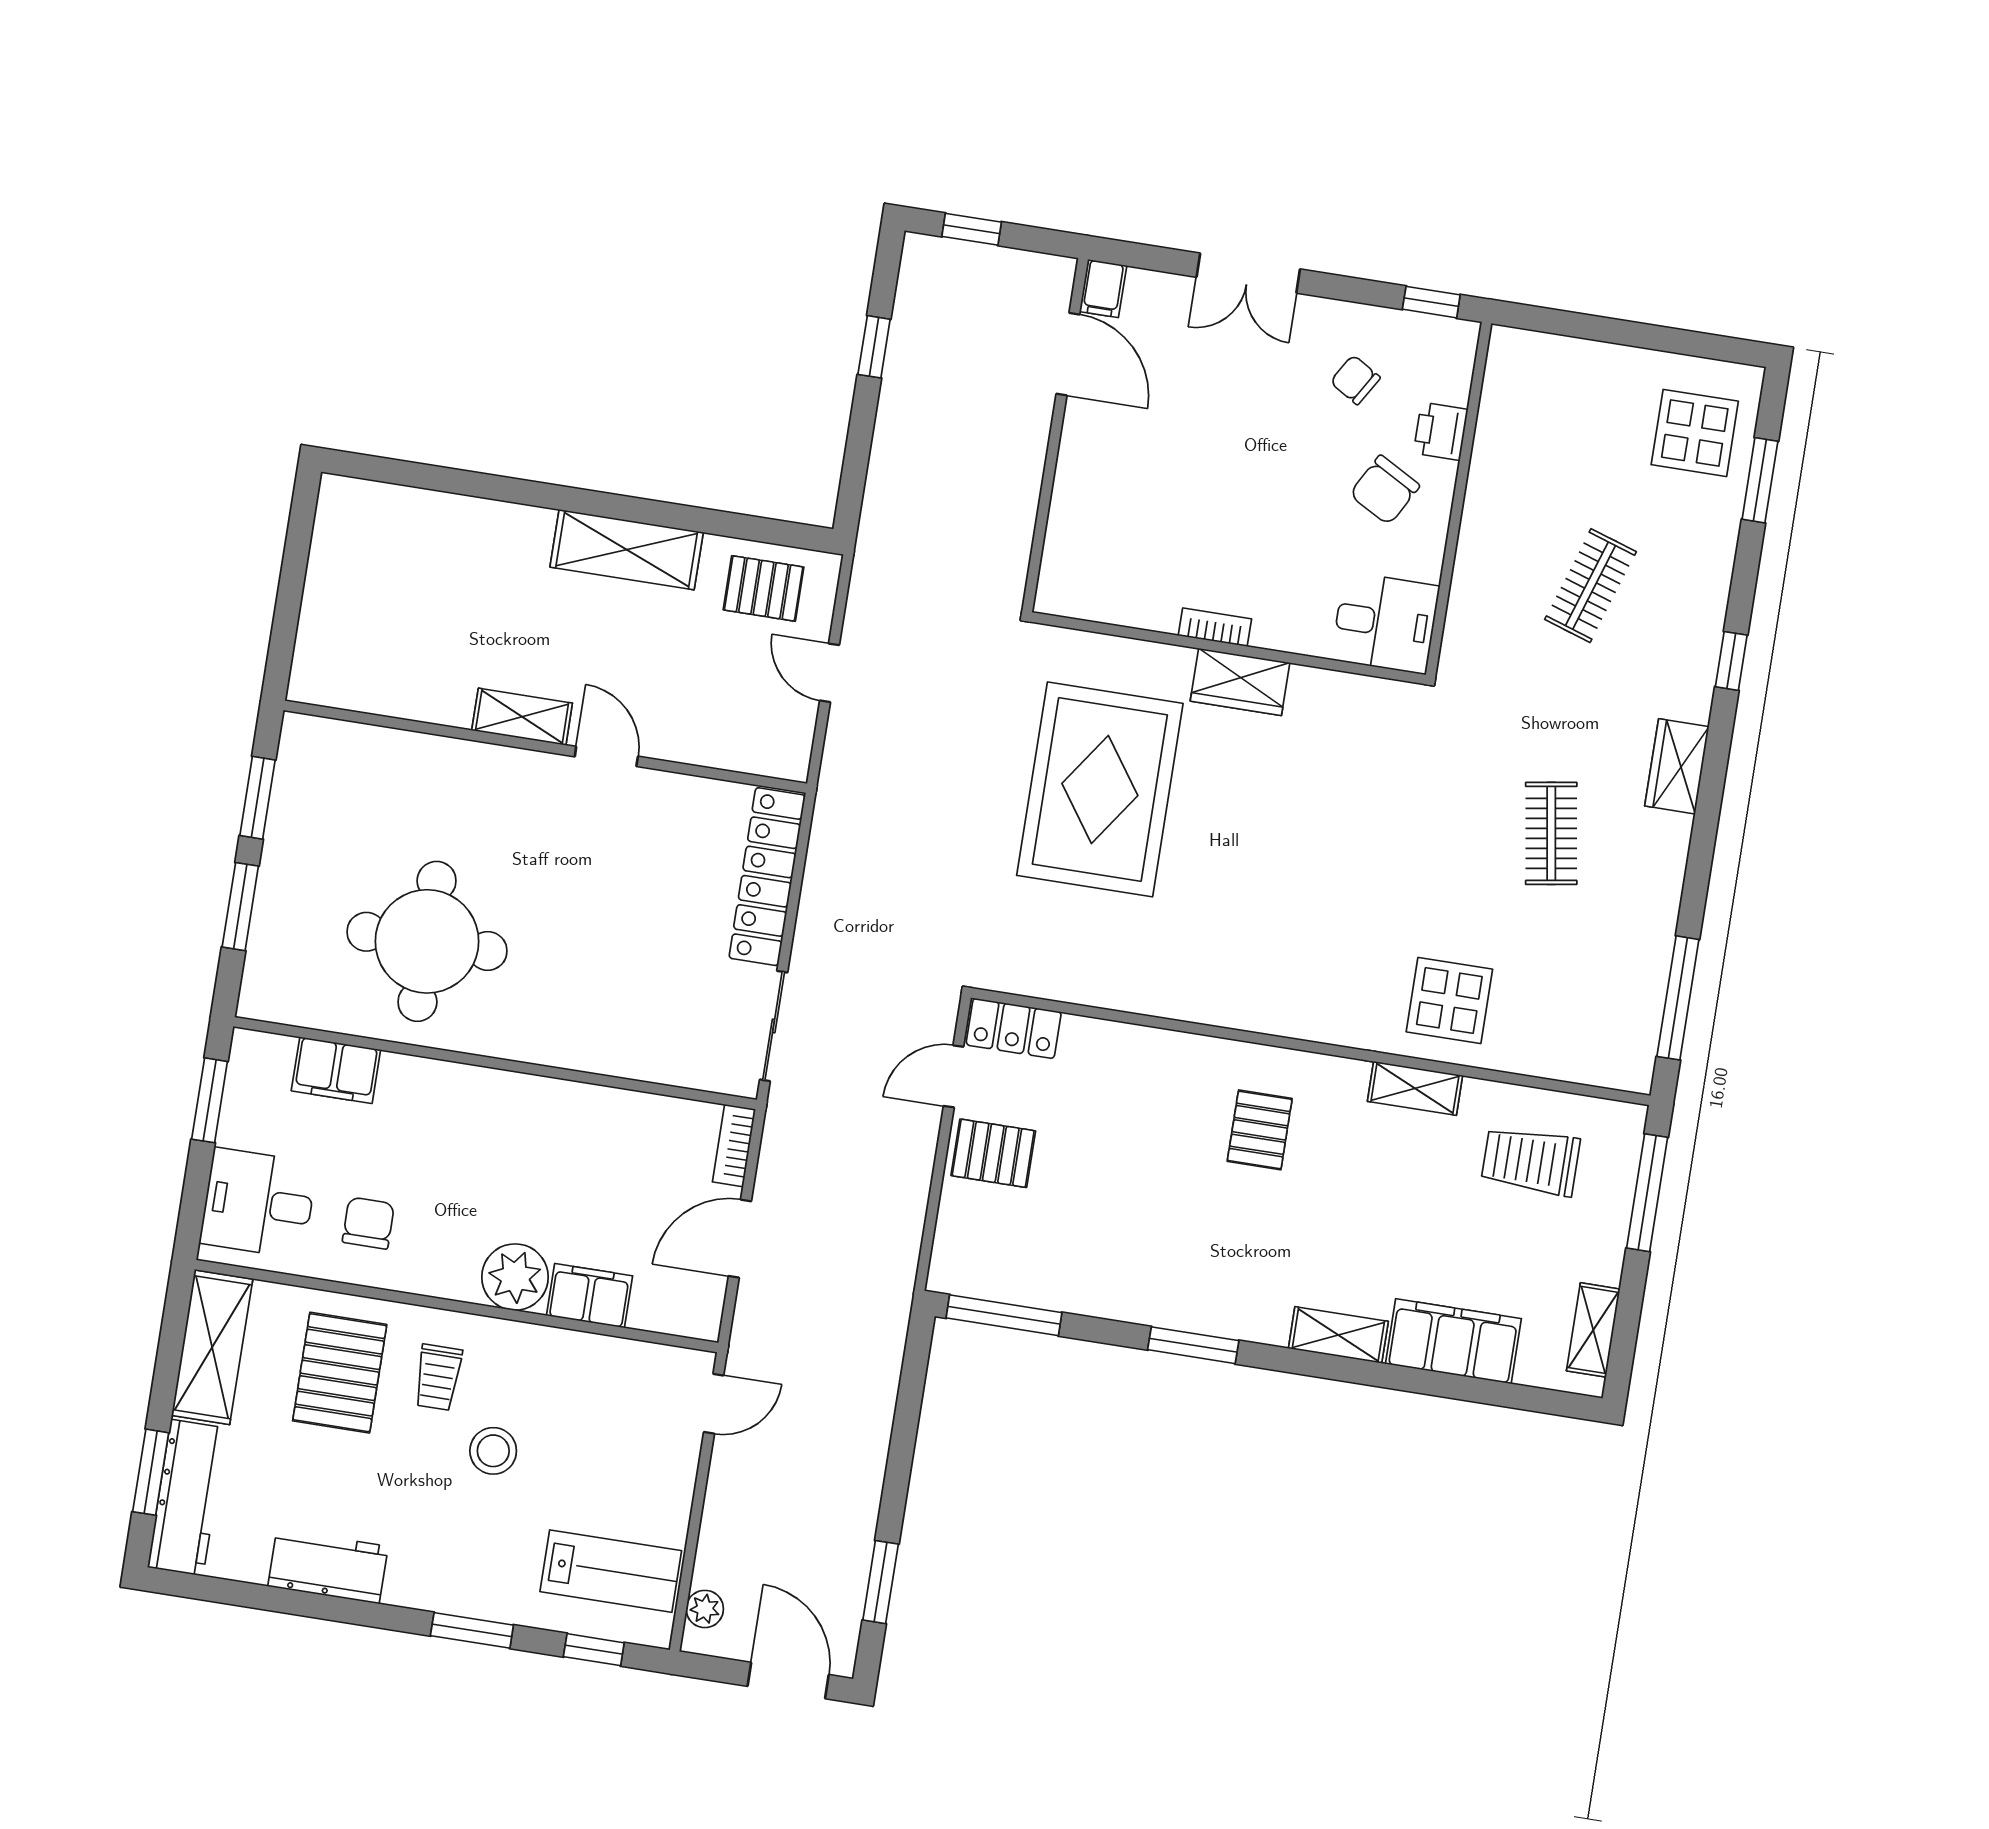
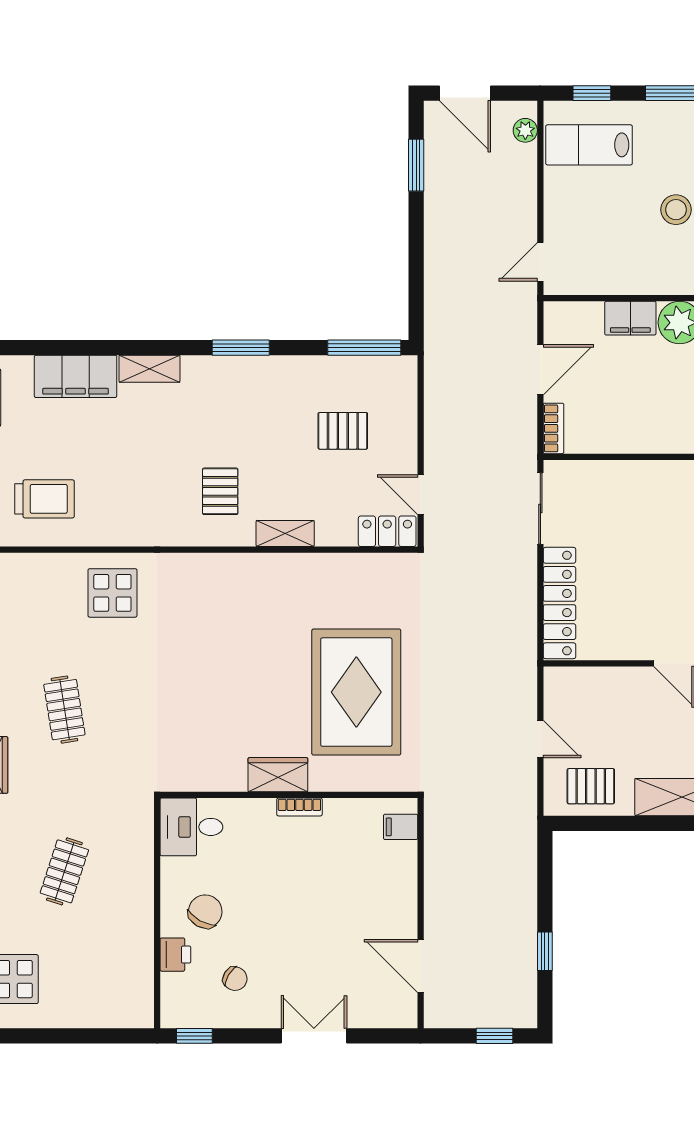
filing cabinet: (1103, 289) -> (401, 827), moved, turned -90
door: (954, 1076) -> (421, 495), swing flipped
shelving: (1415, 1088) -> (285, 533), moved
pallet: (993, 1153) -> (343, 431), moved

